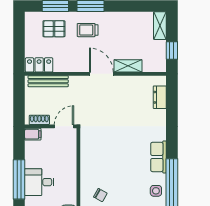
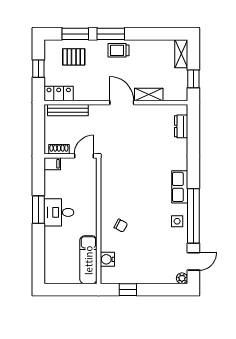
trolley: (88, 30) -> (118, 50), moved
window: (19, 40) -> (38, 69), added
window: (19, 179) -> (38, 210), width x0.69

